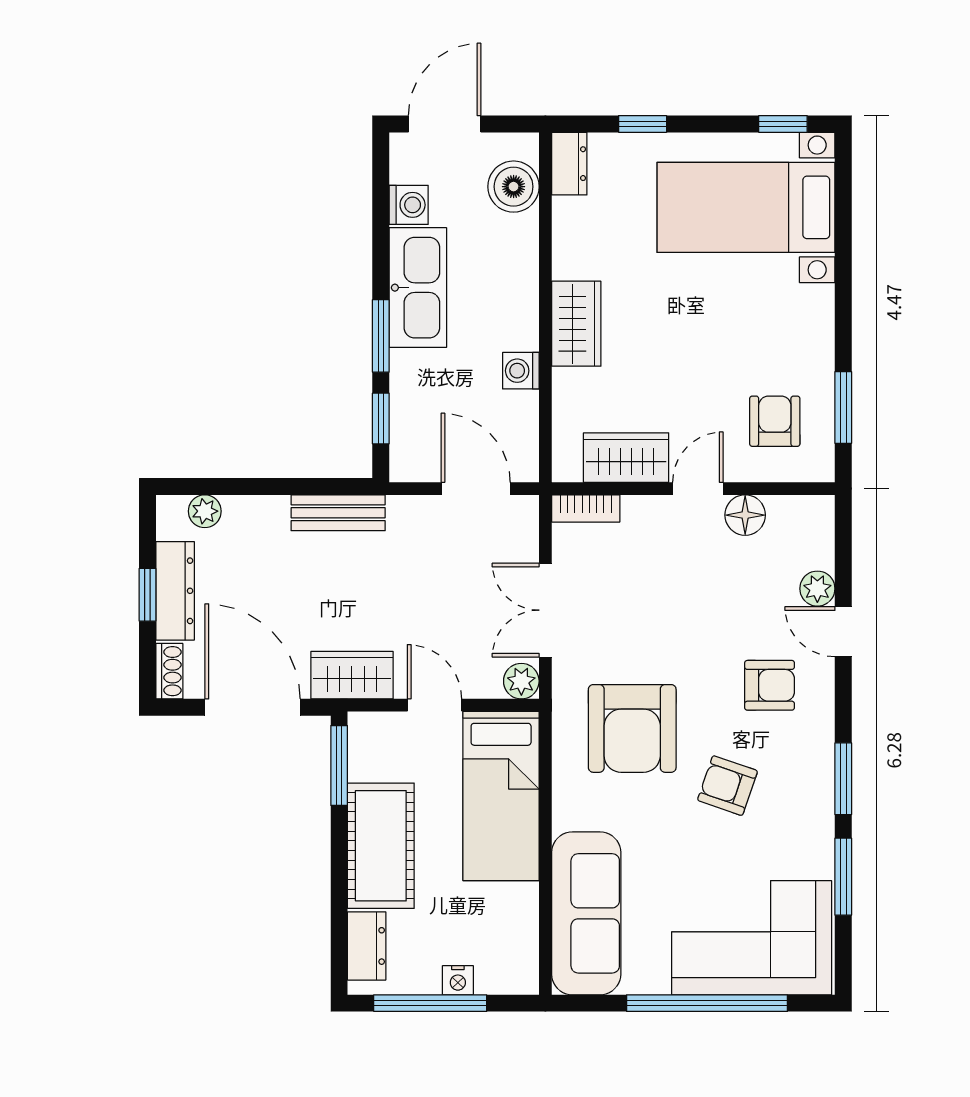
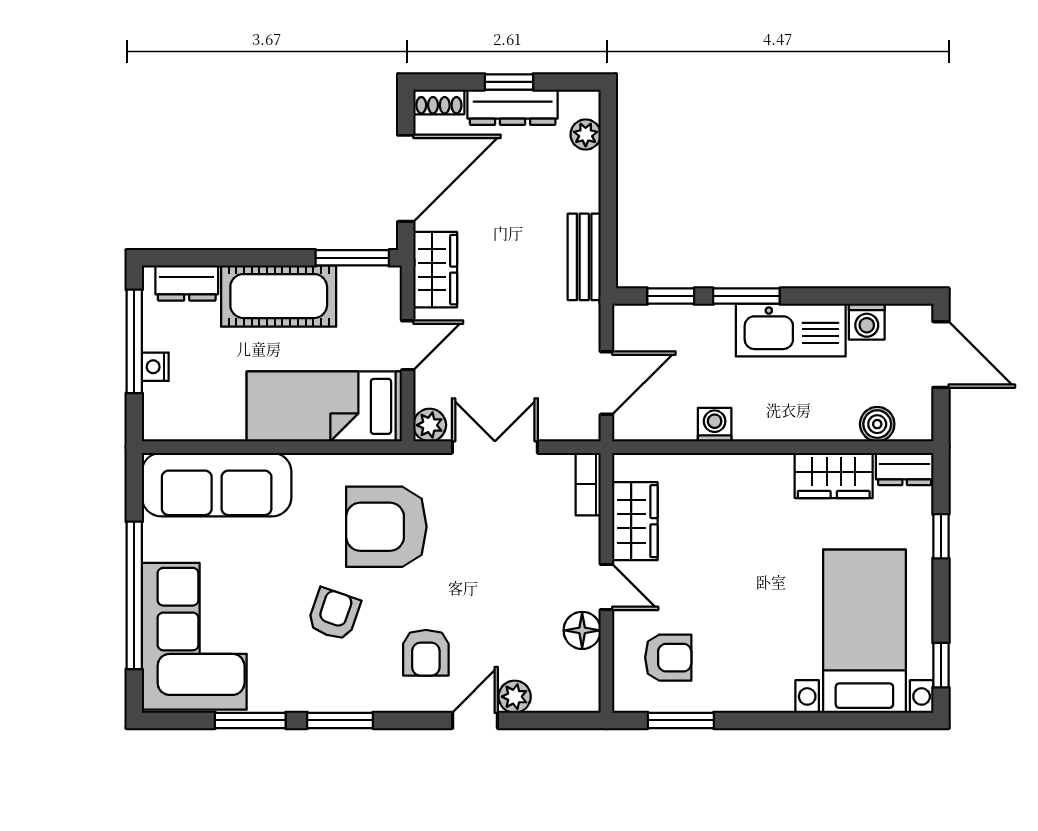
boiler: (514, 187) -> (877, 424), width x0.73, depth x0.73
wardrobe: (576, 324) -> (834, 475), moved

